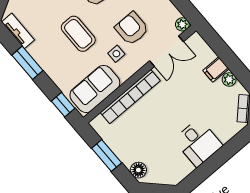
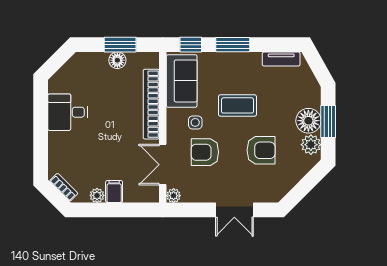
armchair: (132, 29) -> (205, 152), turned 180
window: (27, 63) -> (233, 45), moved
desk: (198, 143) -> (68, 112), moved
floor lamp: (138, 170) -> (117, 60), moved

